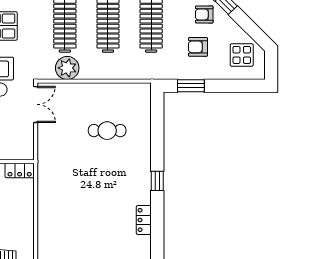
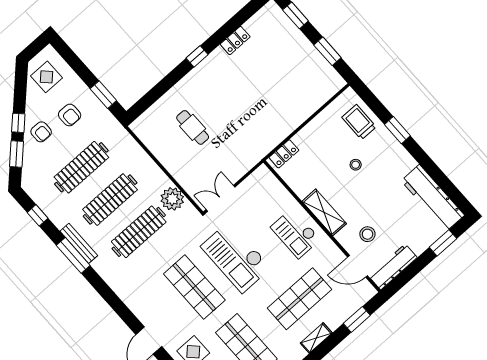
locker: (20, 171) -> (284, 154), moved, turned 90

